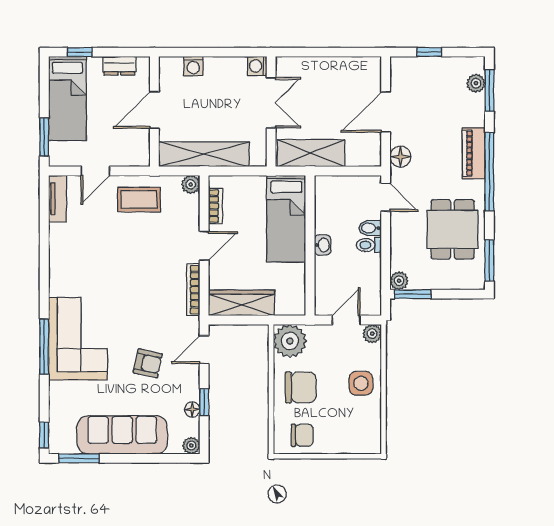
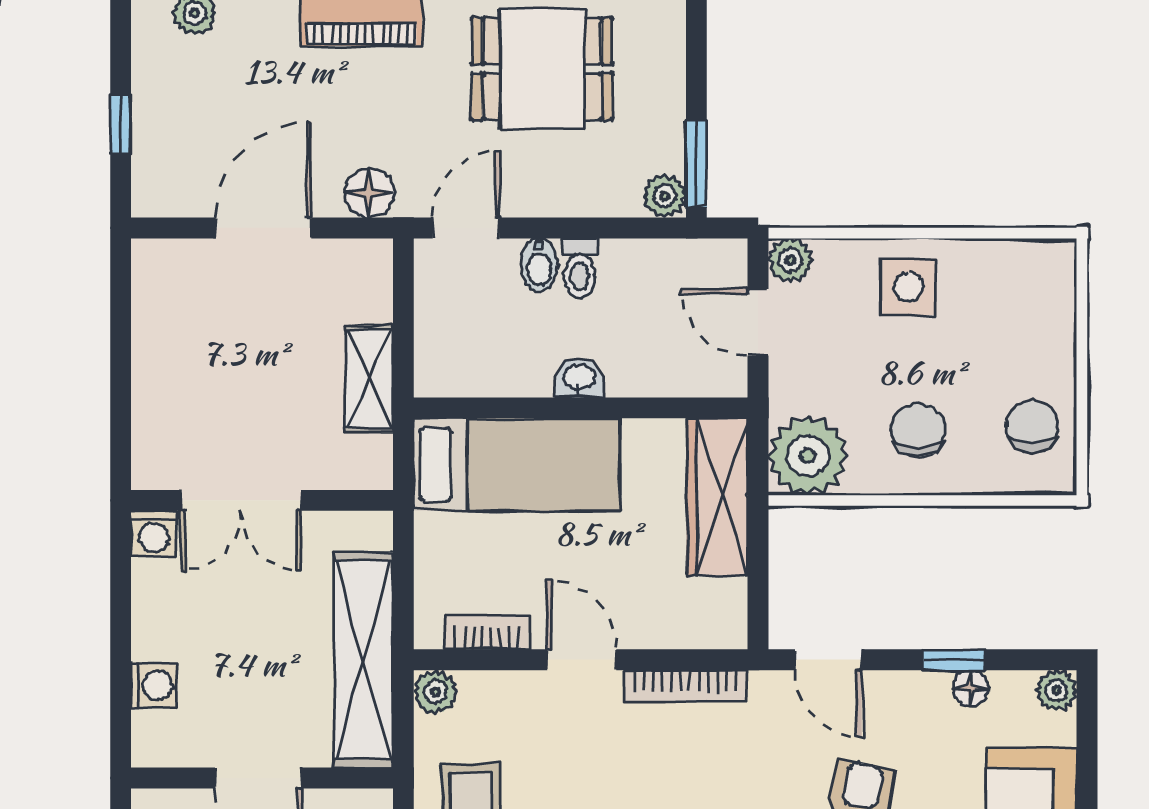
double door: (271, 103) -> (241, 500), swing flipped
door: (386, 112) -> (263, 228), swing flipped
shelving: (311, 153) -> (369, 379), width x0.67, depth x0.75
wardrobe: (242, 303) -> (717, 497), moved
chair: (301, 387) -> (918, 430), width x0.73, depth x0.73

